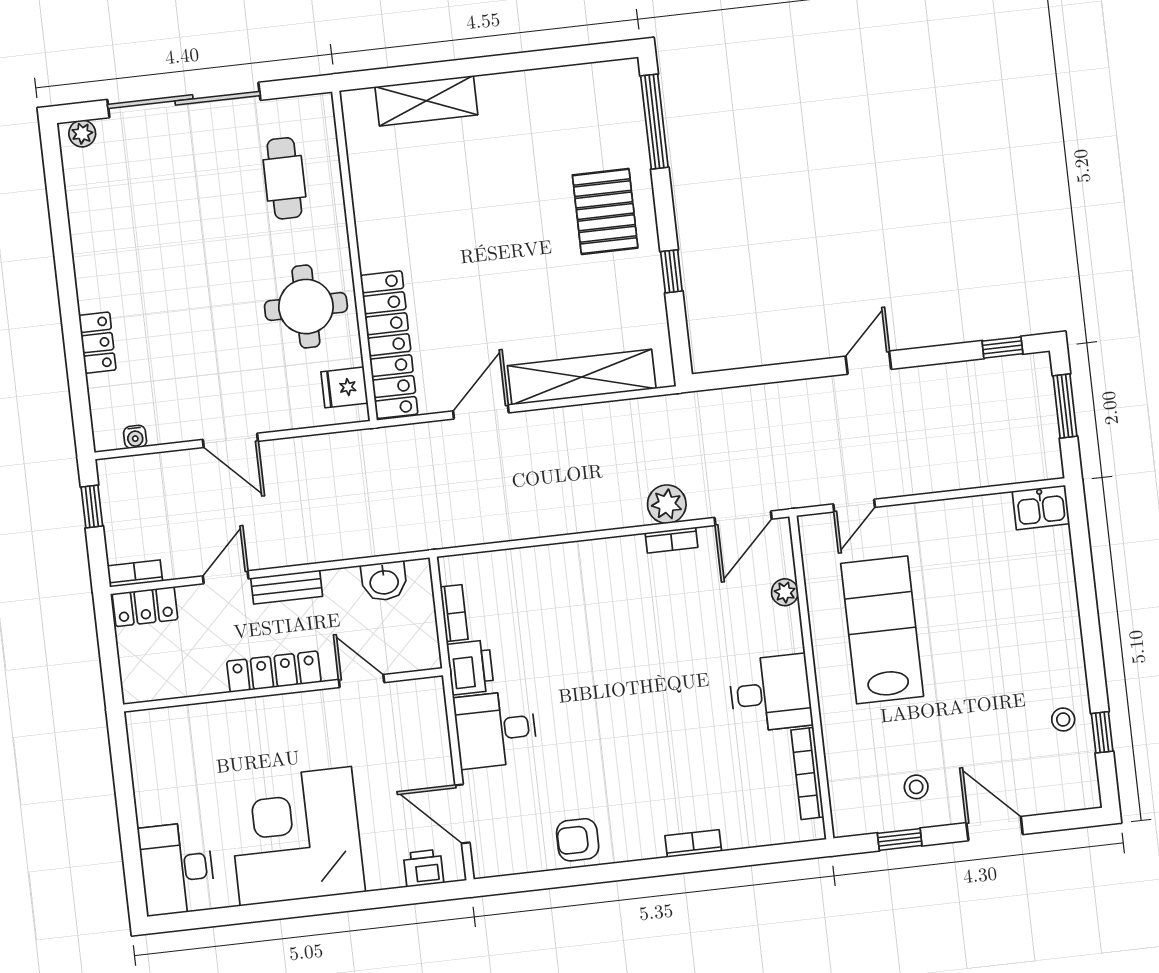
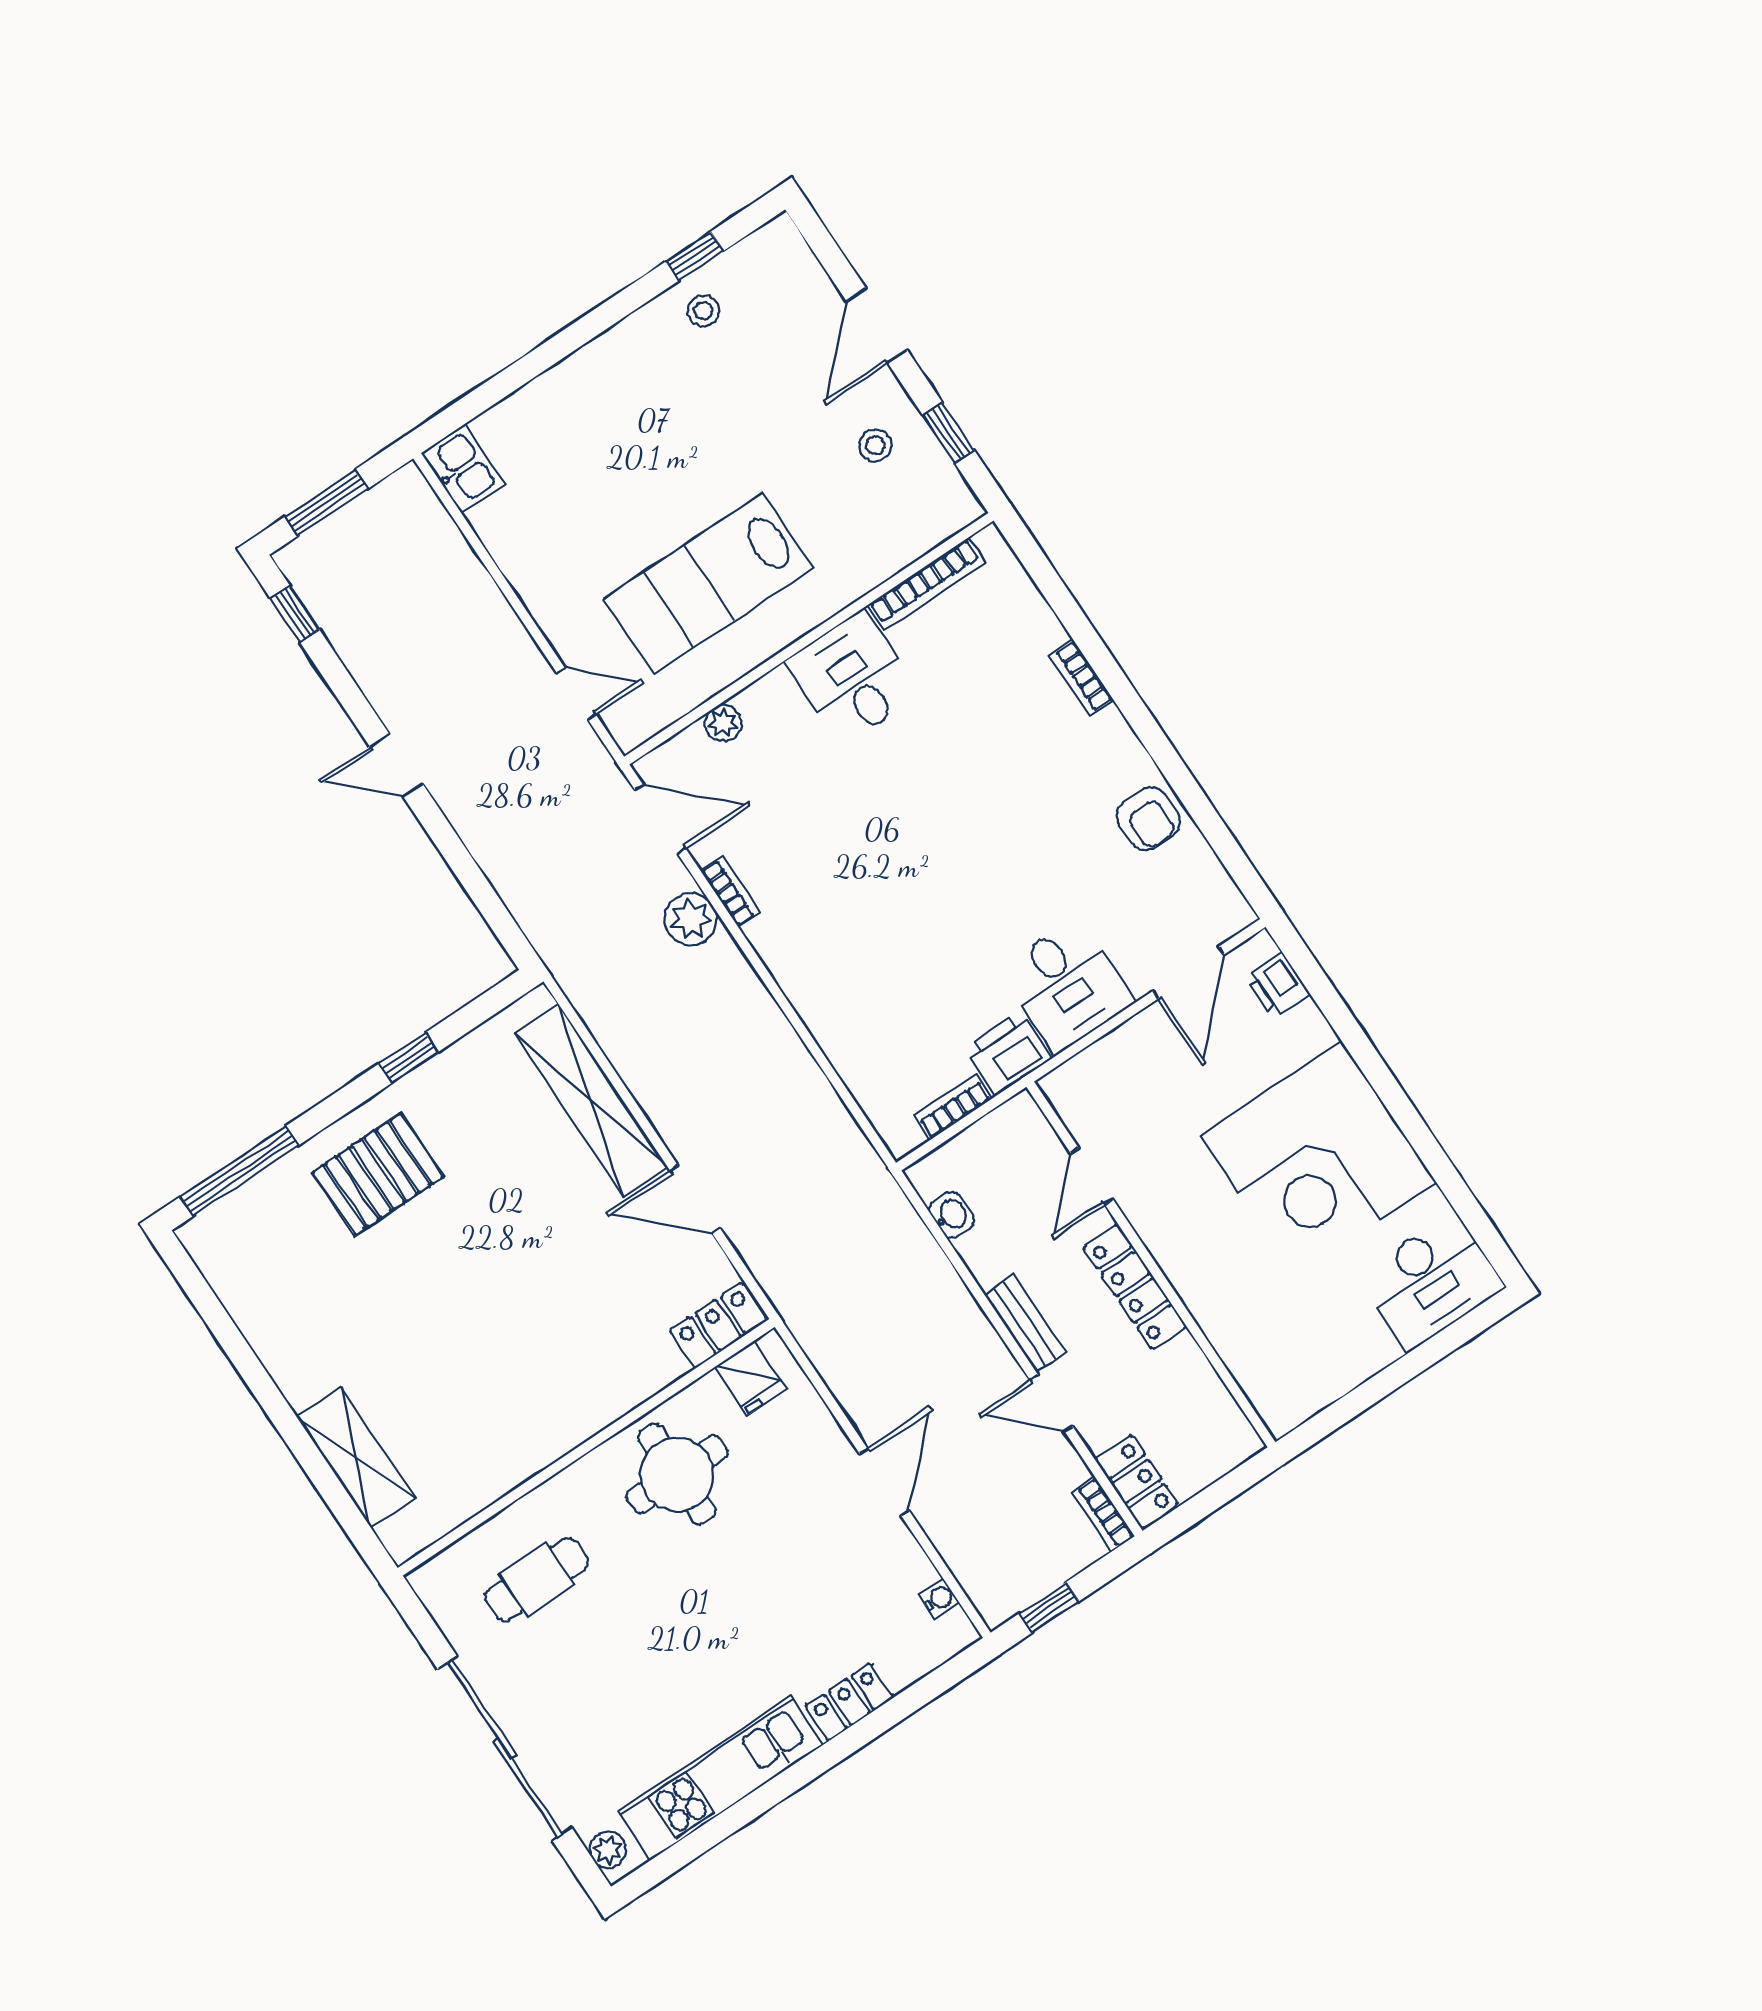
kitchen unit: (91, 232) -> (721, 1778), added
locker: (389, 345) -> (718, 1325), width x0.46, depth x0.83
washbasin: (384, 581) -> (952, 1215), width x0.72, depth x0.69

